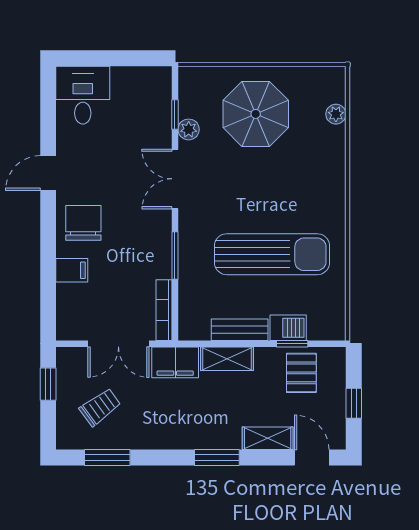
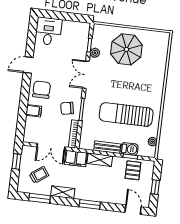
plant: (336, 114) -> (152, 142), moved
sun lounger: (272, 254) -> (126, 114), turned 180
chair: (143, 256) -> (67, 108), added
shelving: (268, 438) -> (63, 192), moved

